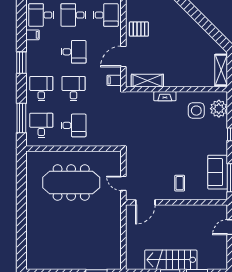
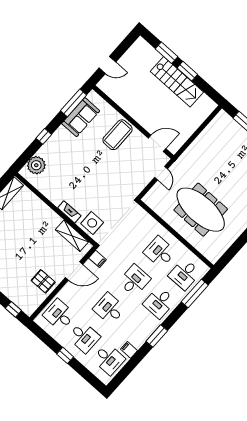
desk: (73, 89) -> (134, 280), turned 180
side table: (196, 111) -> (92, 223), moved
coffee table: (180, 183) -> (118, 135), width x1.86, depth x1.72

